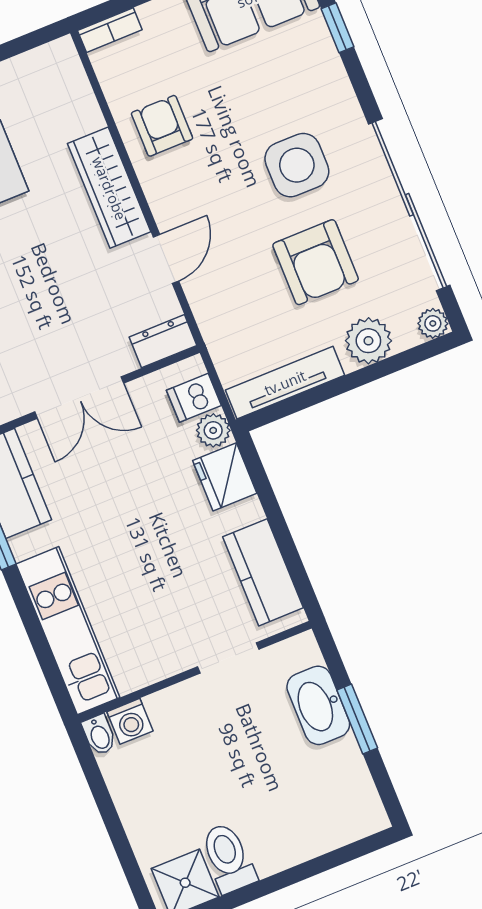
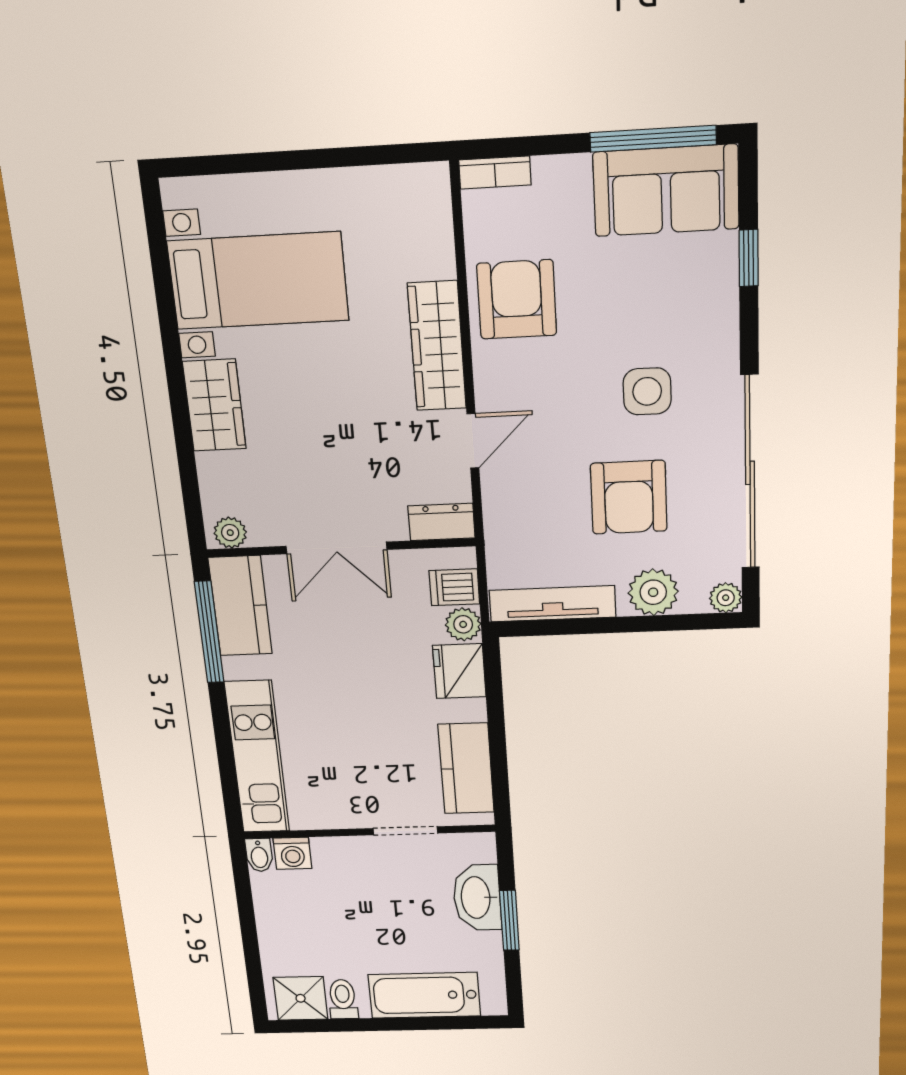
armchair: (162, 126) -> (517, 299), width x1.38, depth x1.38
side table: (297, 165) -> (647, 391), width x0.73, depth x0.73
bathtub: (304, 834) -> (424, 995), added
toilet: (228, 858) -> (343, 999), width x0.73, depth x0.72

